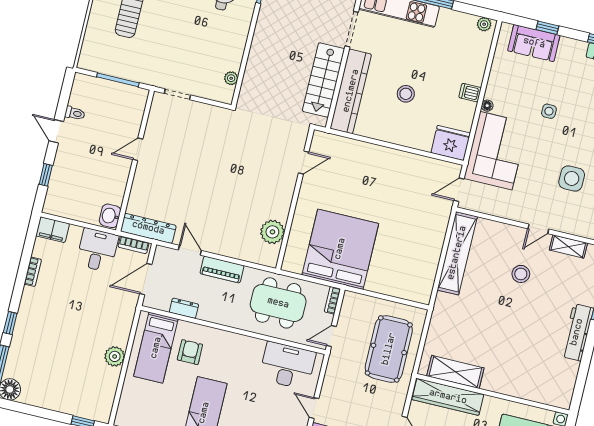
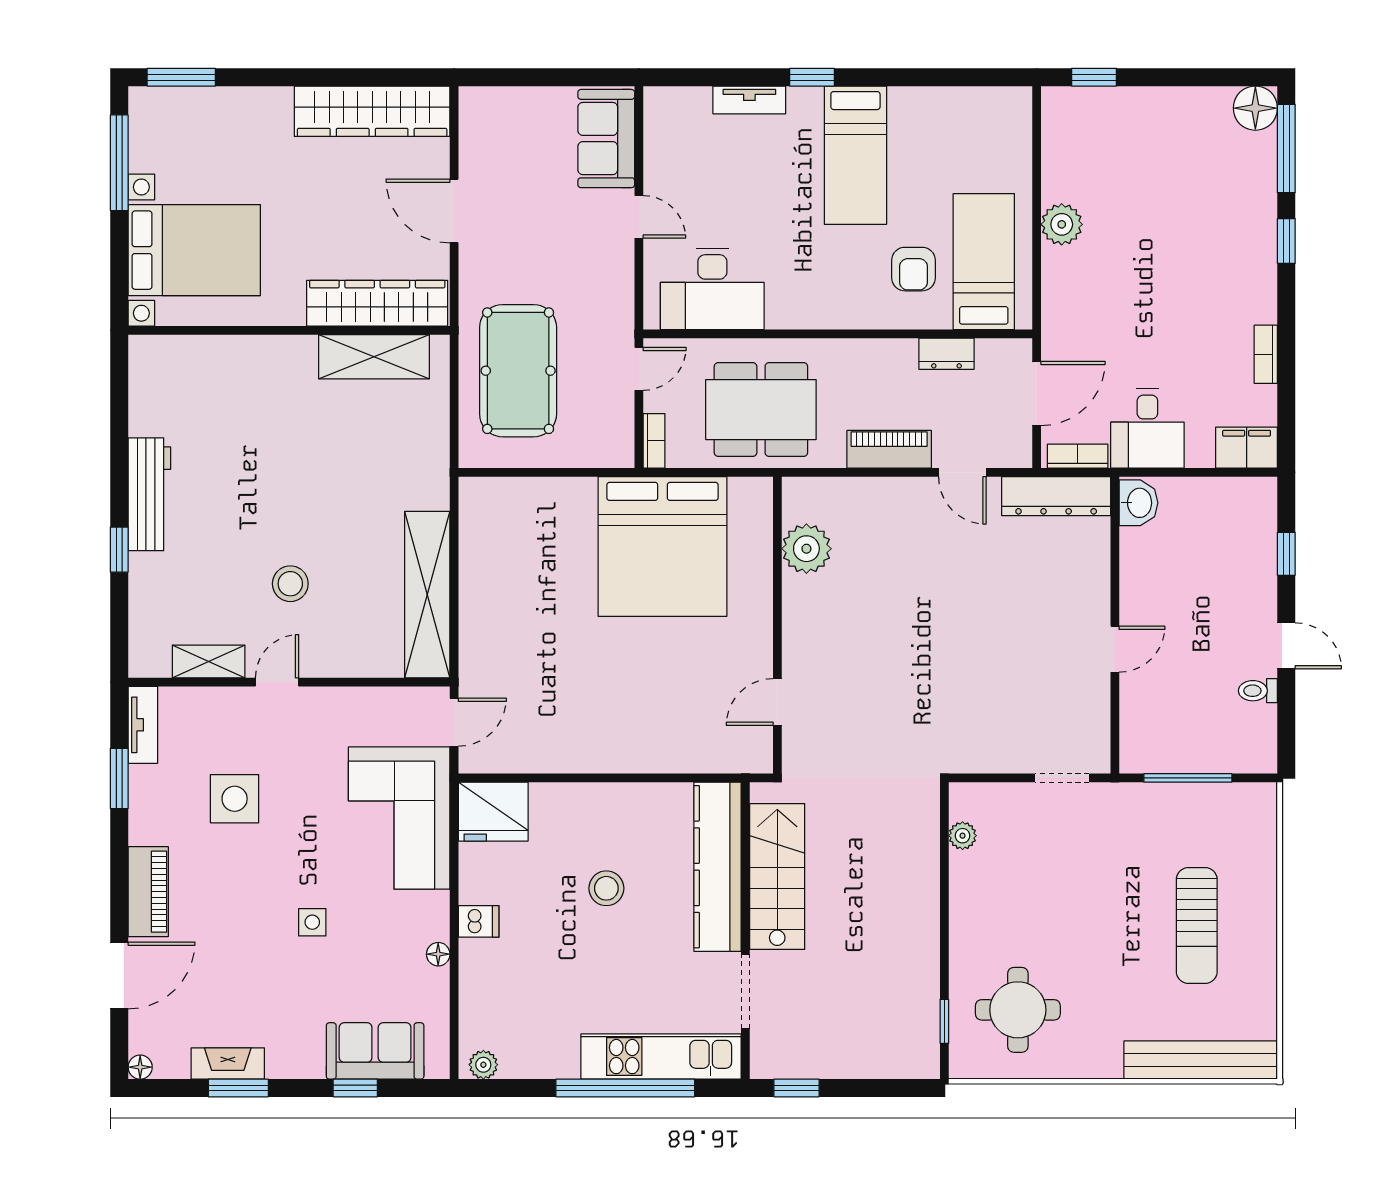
floor lamp: (487, 106) -> (438, 954), moved

